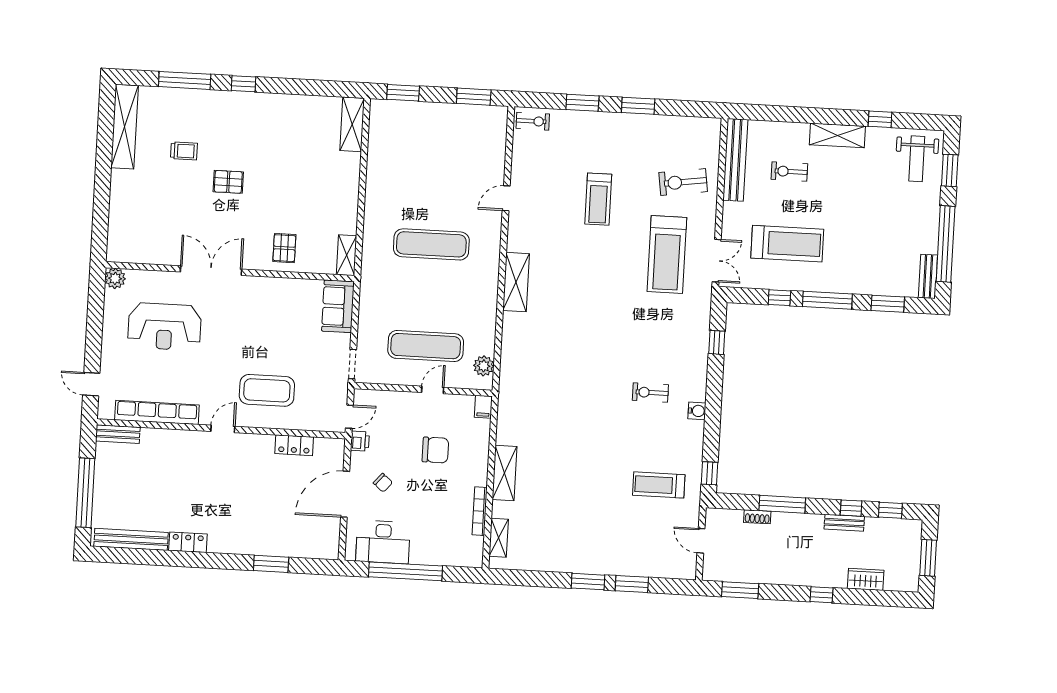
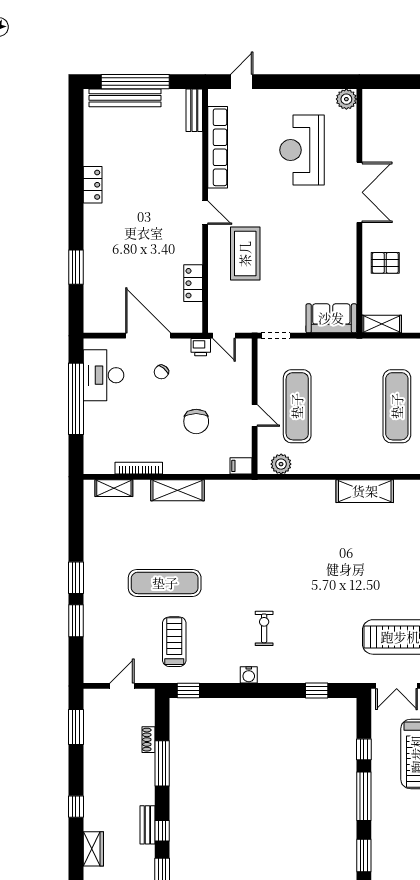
exercise mat: (598, 491) -> (165, 583), added
bench: (131, 539) -> (125, 98), moved, turned 90

